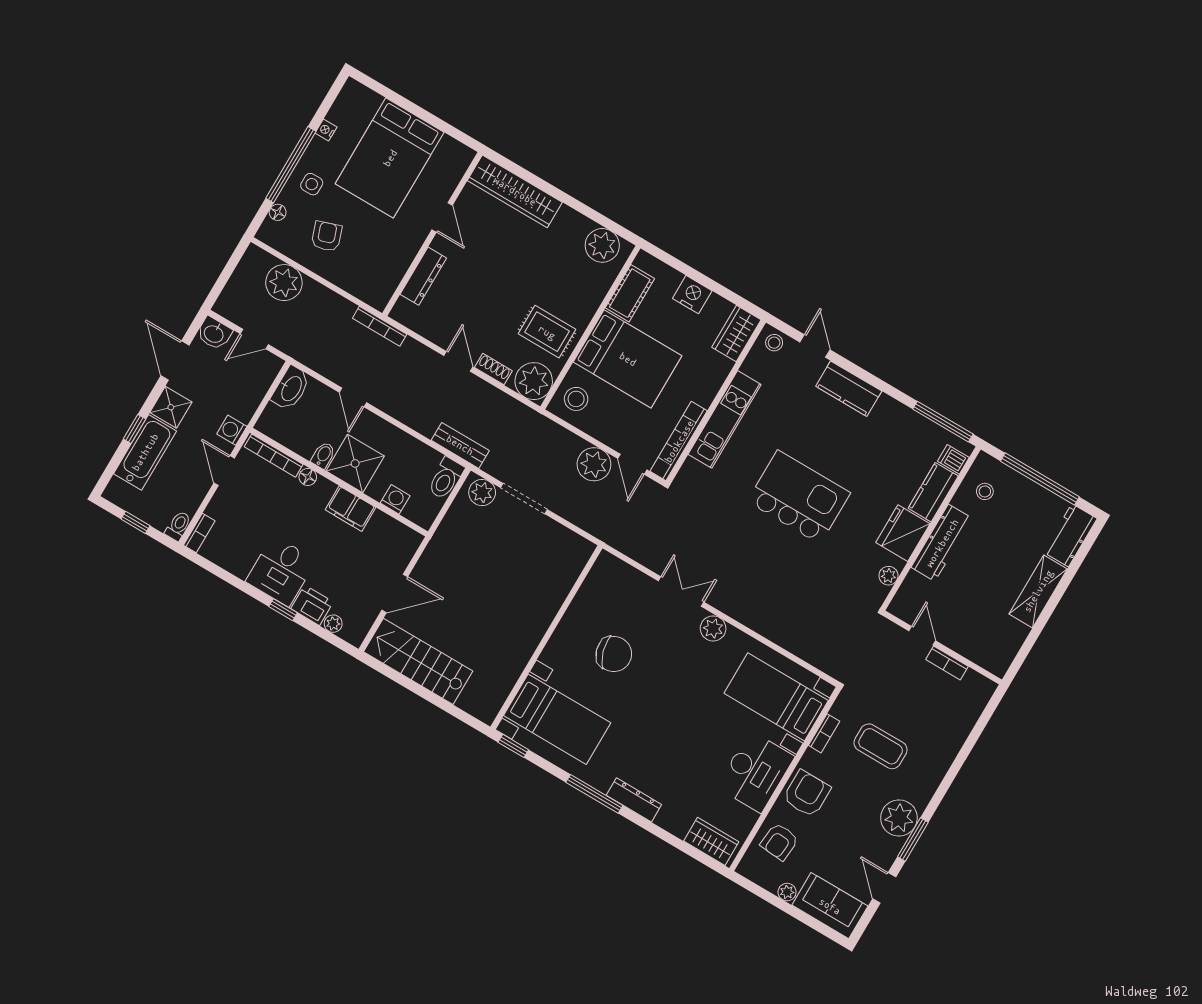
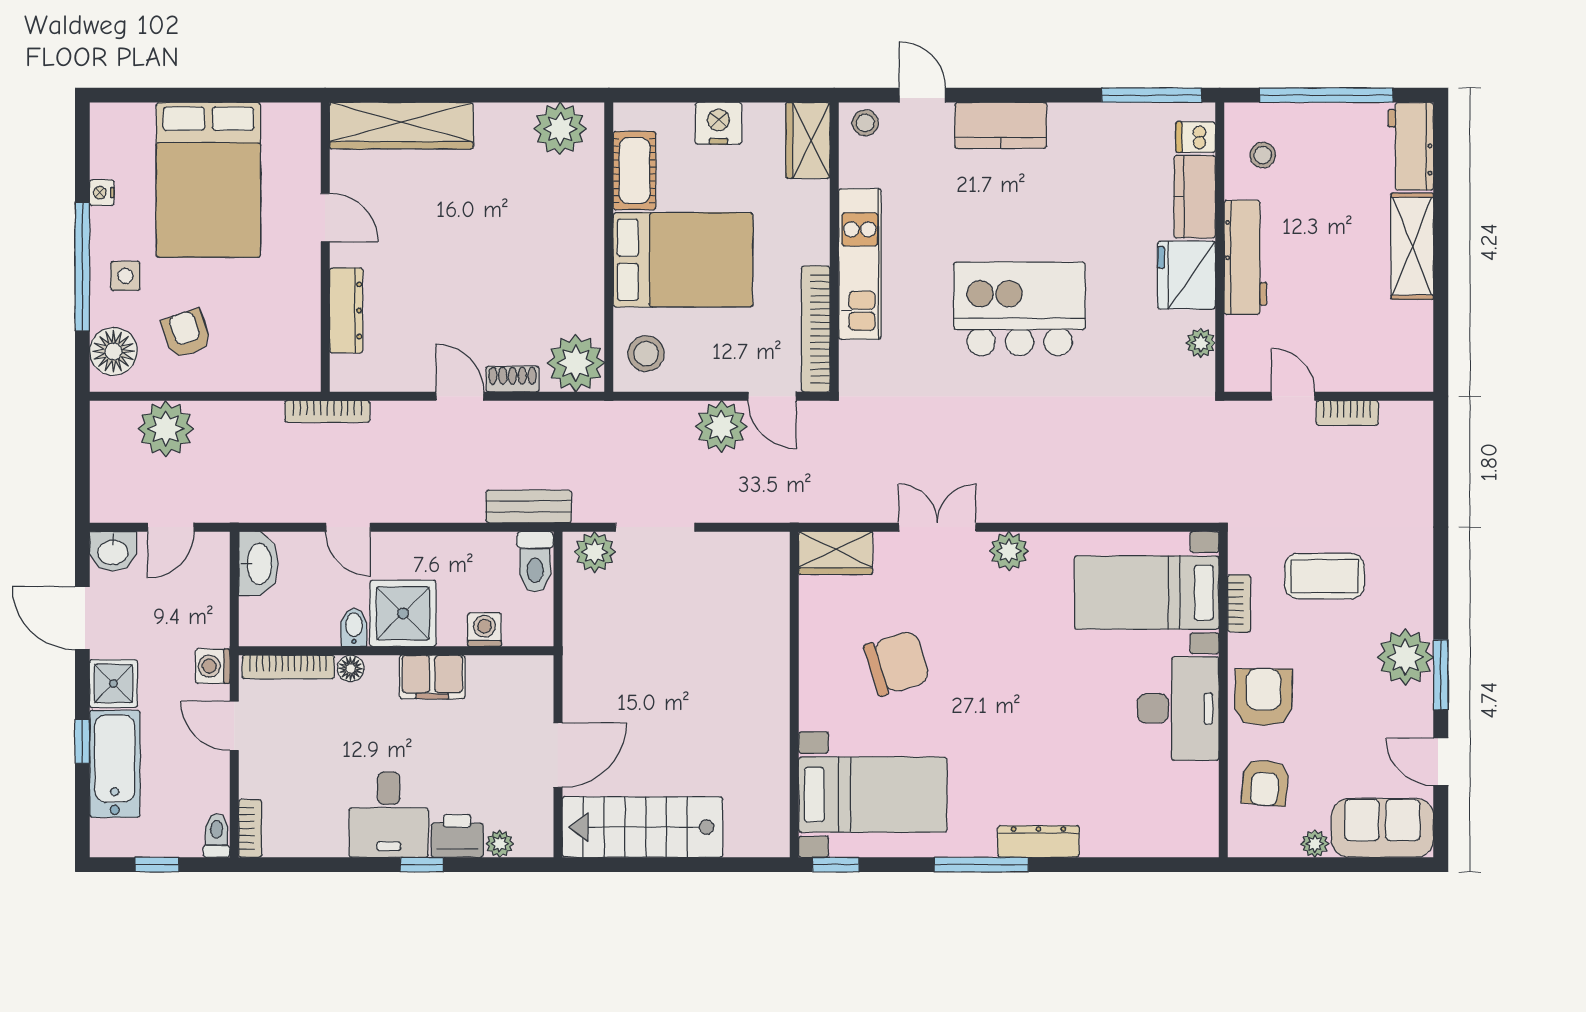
floor lamp: (278, 212) -> (114, 351), width x1.89, depth x1.89
rug: (547, 332) -> (554, 287), removed
wardrobe: (711, 841) -> (836, 553), moved, turned 180

